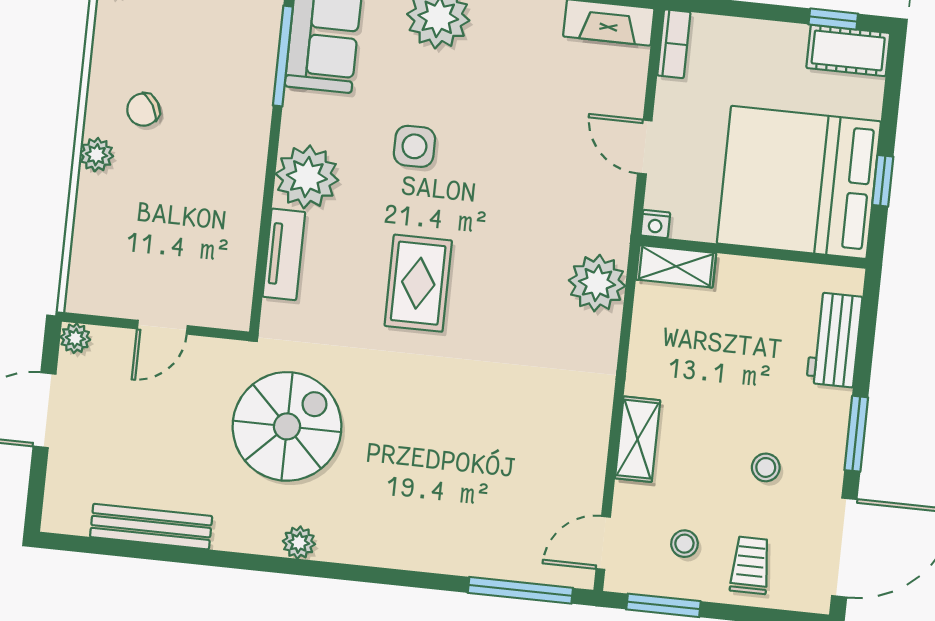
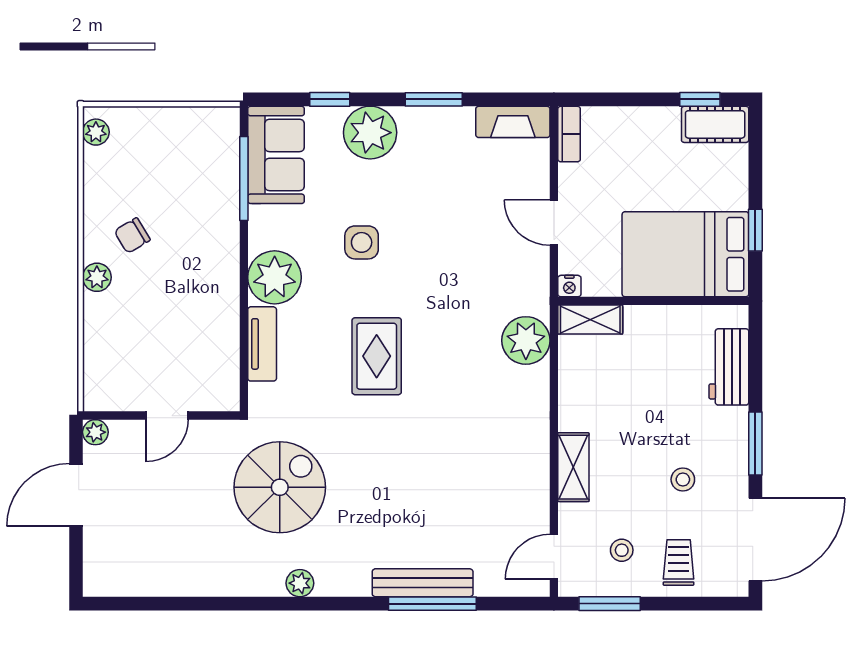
bed: (799, 182) -> (685, 254), width x0.73
bench: (151, 527) -> (423, 583), moved
window: (520, 590) -> (432, 604), moved

